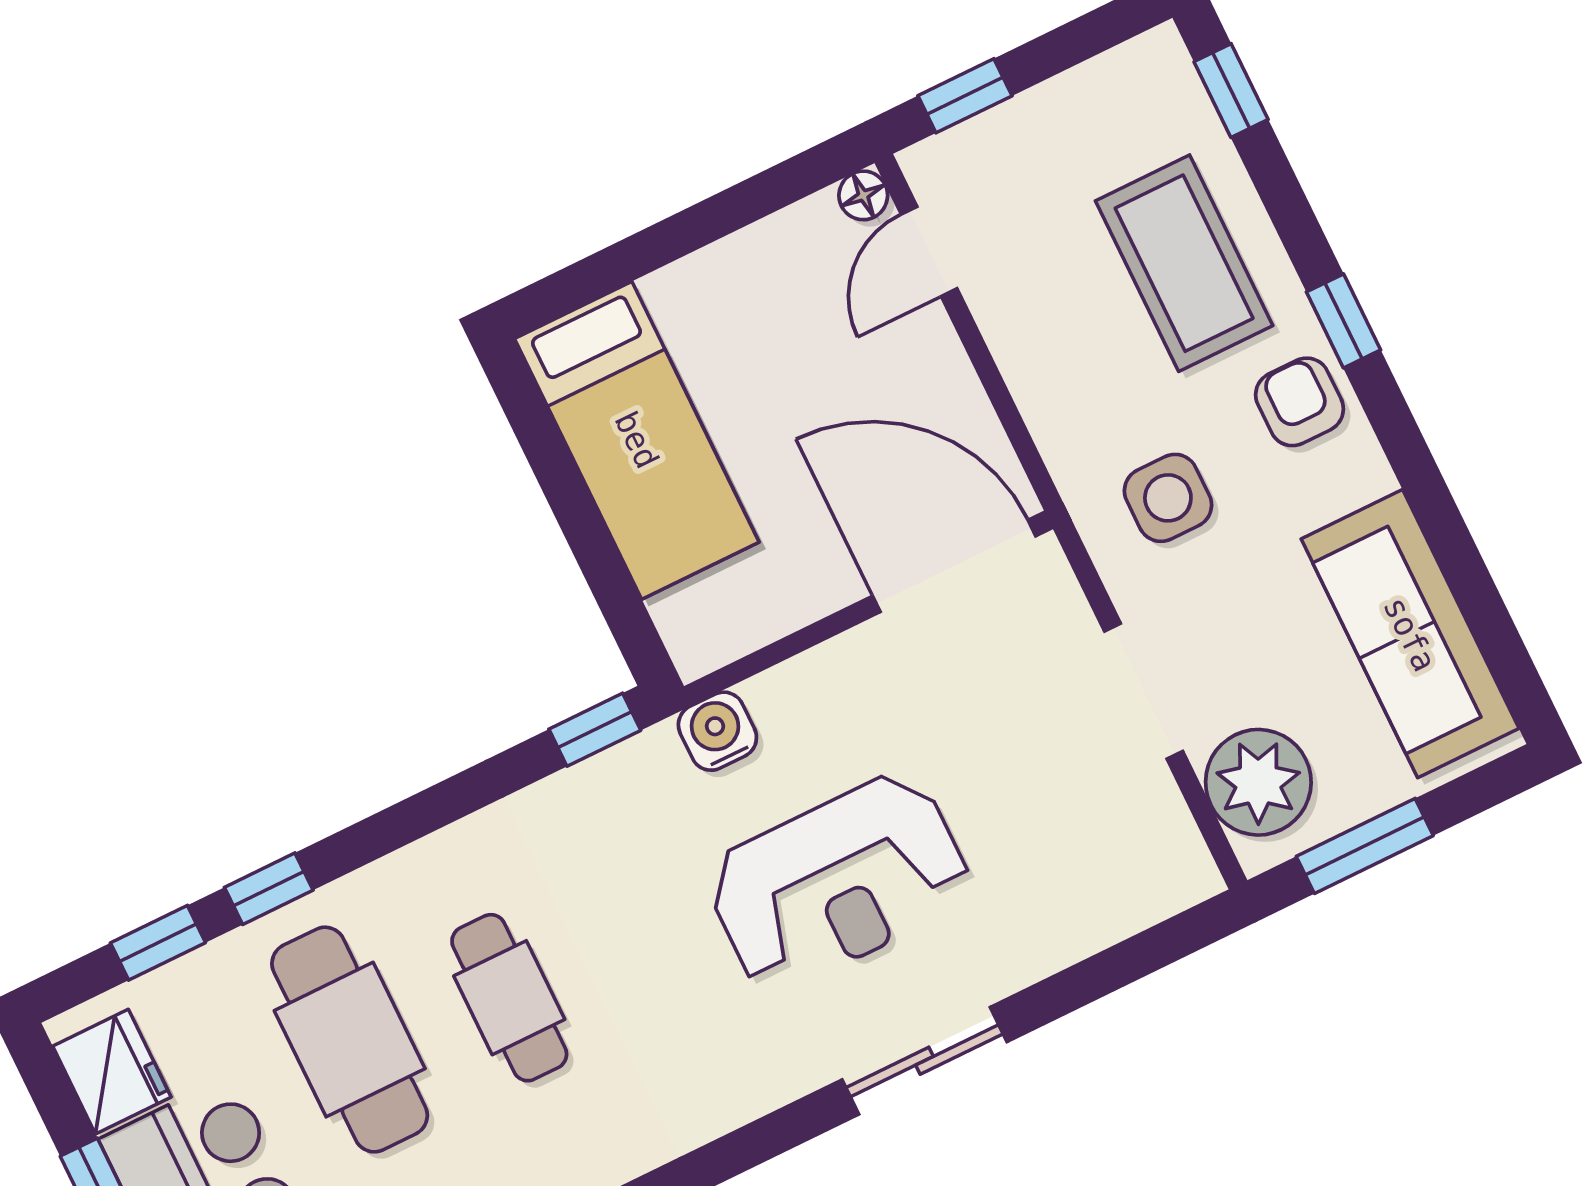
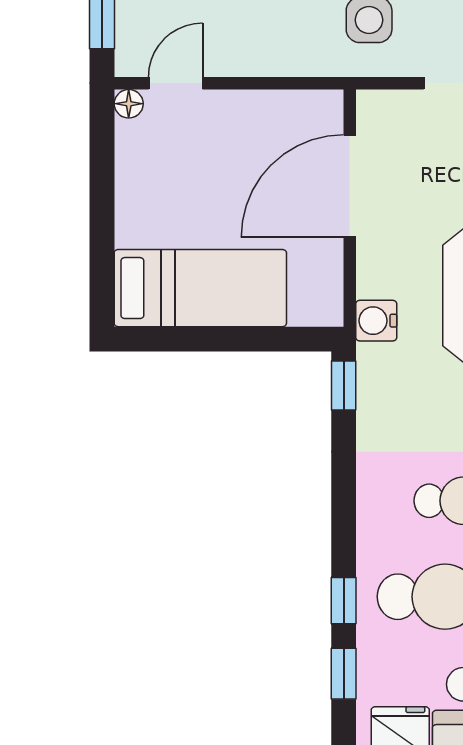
door: (929, 251) -> (176, 83), swing flipped
door: (954, 566) -> (350, 186), moved

